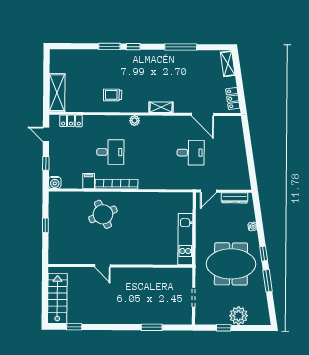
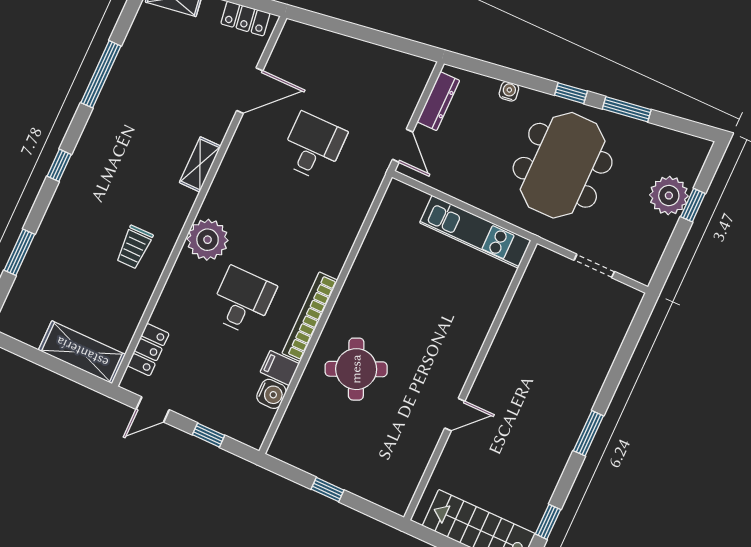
window: (109, 46) -> (19, 252), moved
plant: (135, 121) -> (208, 240), width x1.88, depth x1.88
water cooler: (55, 182) -> (271, 394), moved
window: (152, 327) -> (588, 433), moved
window: (224, 328) -> (693, 205), moved

